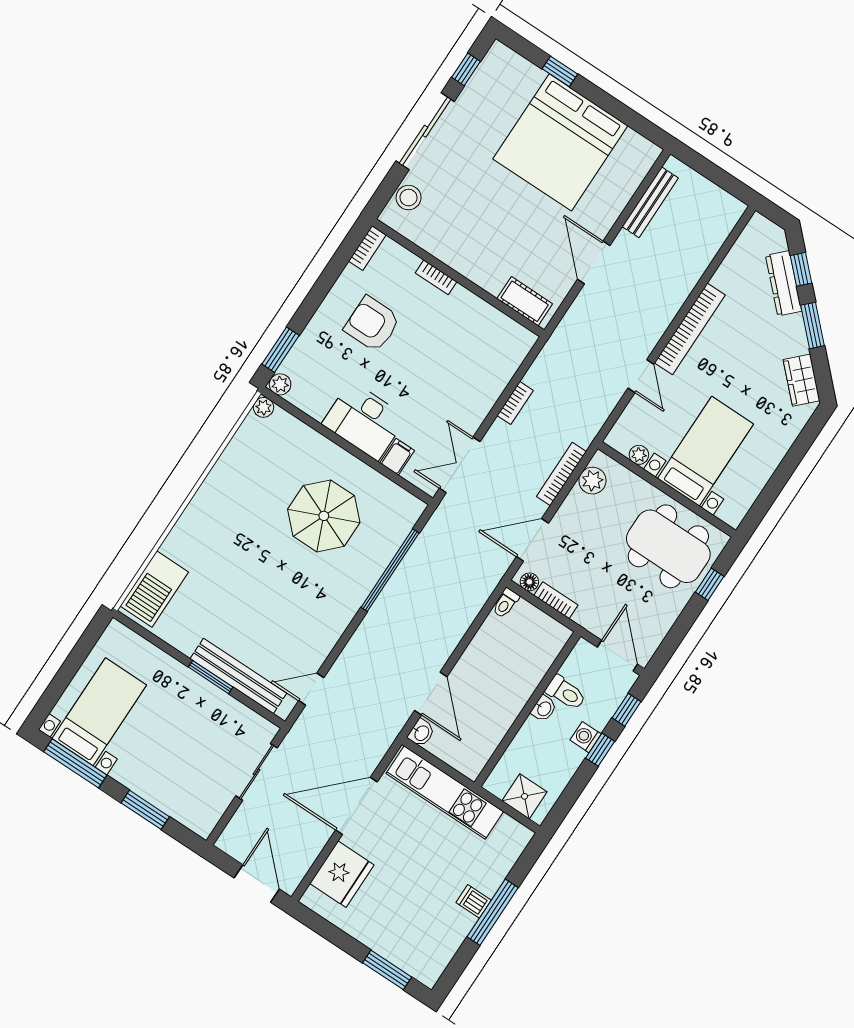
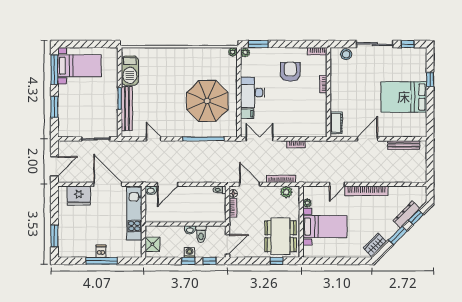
bed: (560, 142) -> (404, 97), width x0.73
parasol: (324, 516) -> (207, 101), width x1.36, depth x1.36
barbecue: (154, 589) -> (130, 71), moved, turned -90
door: (311, 689) -> (154, 139), moved

